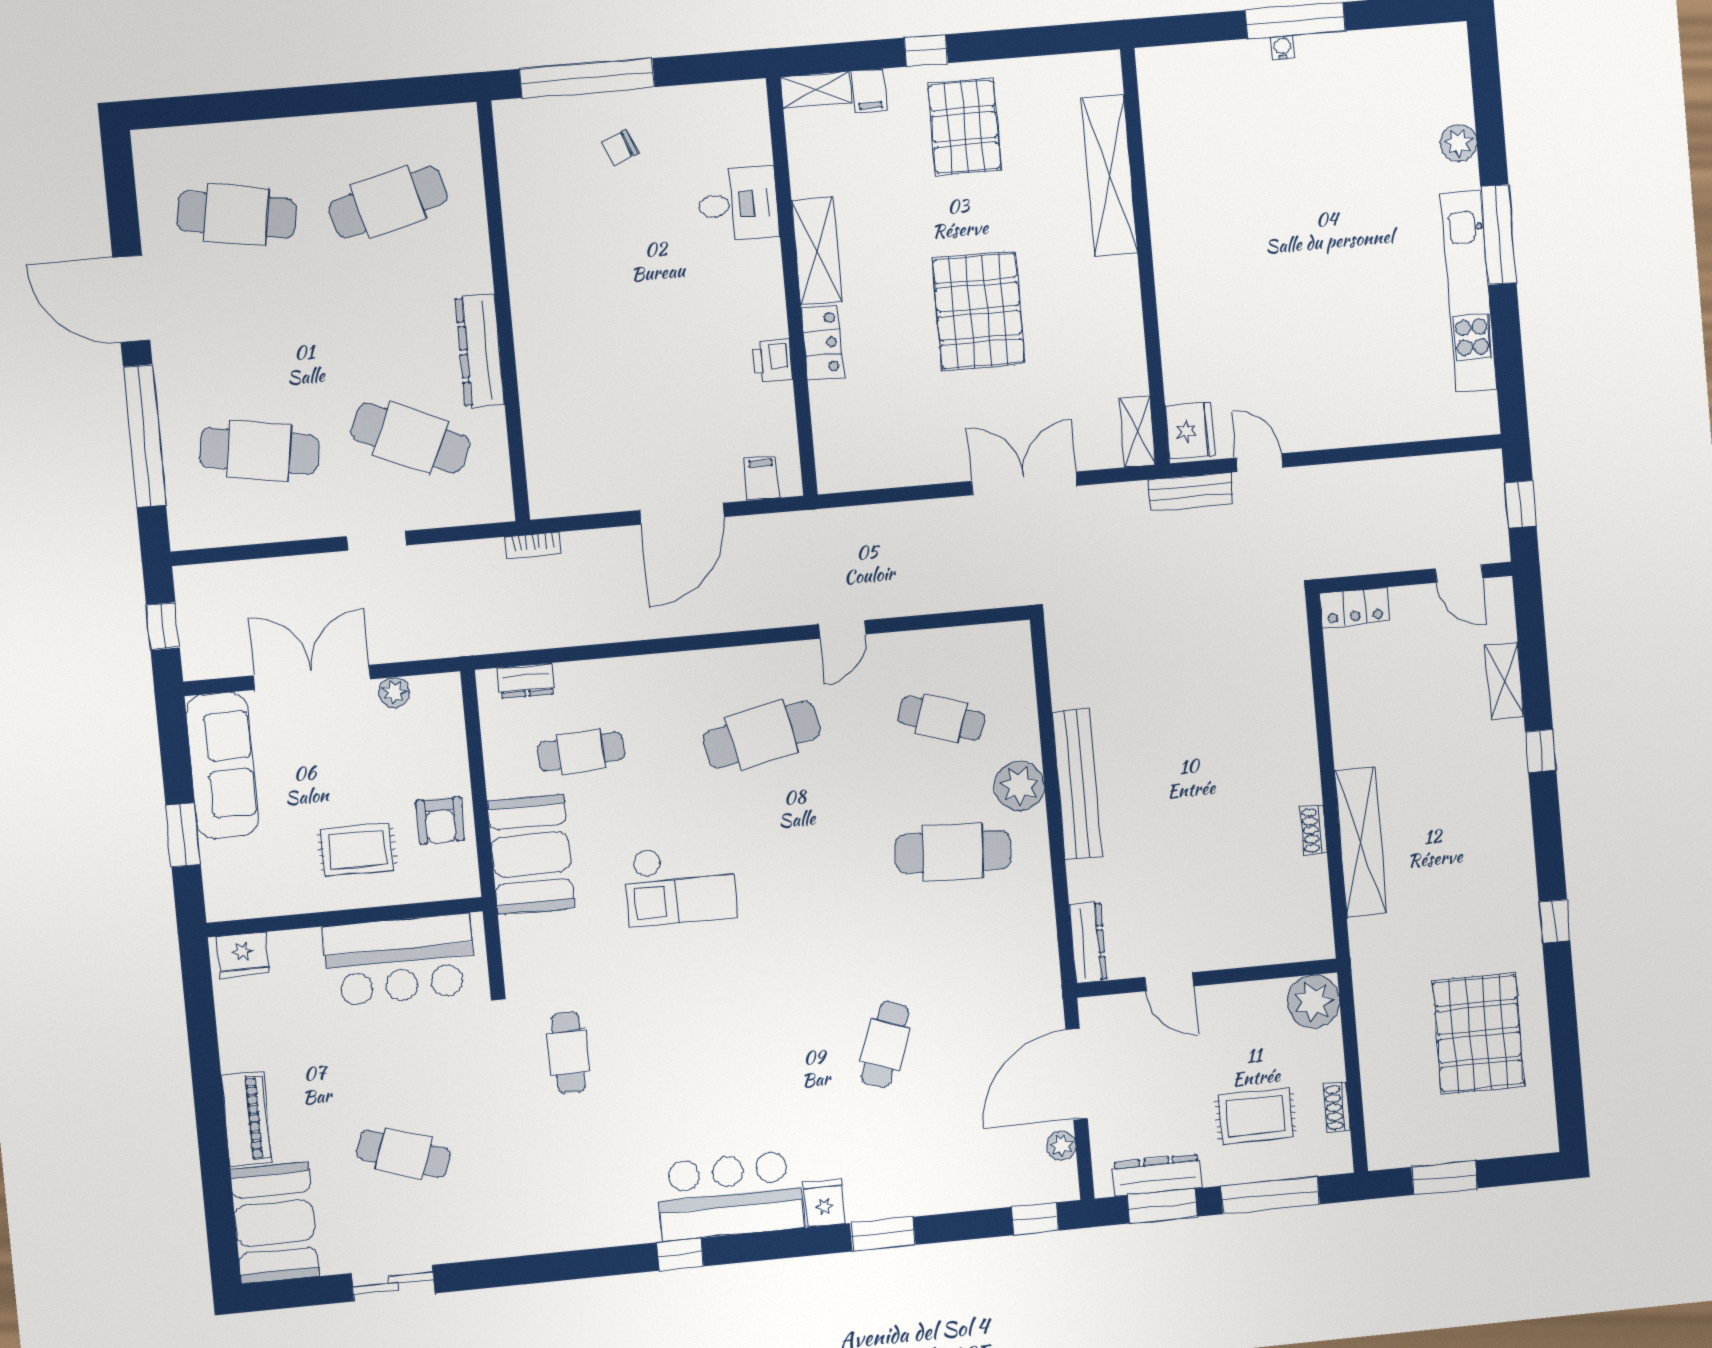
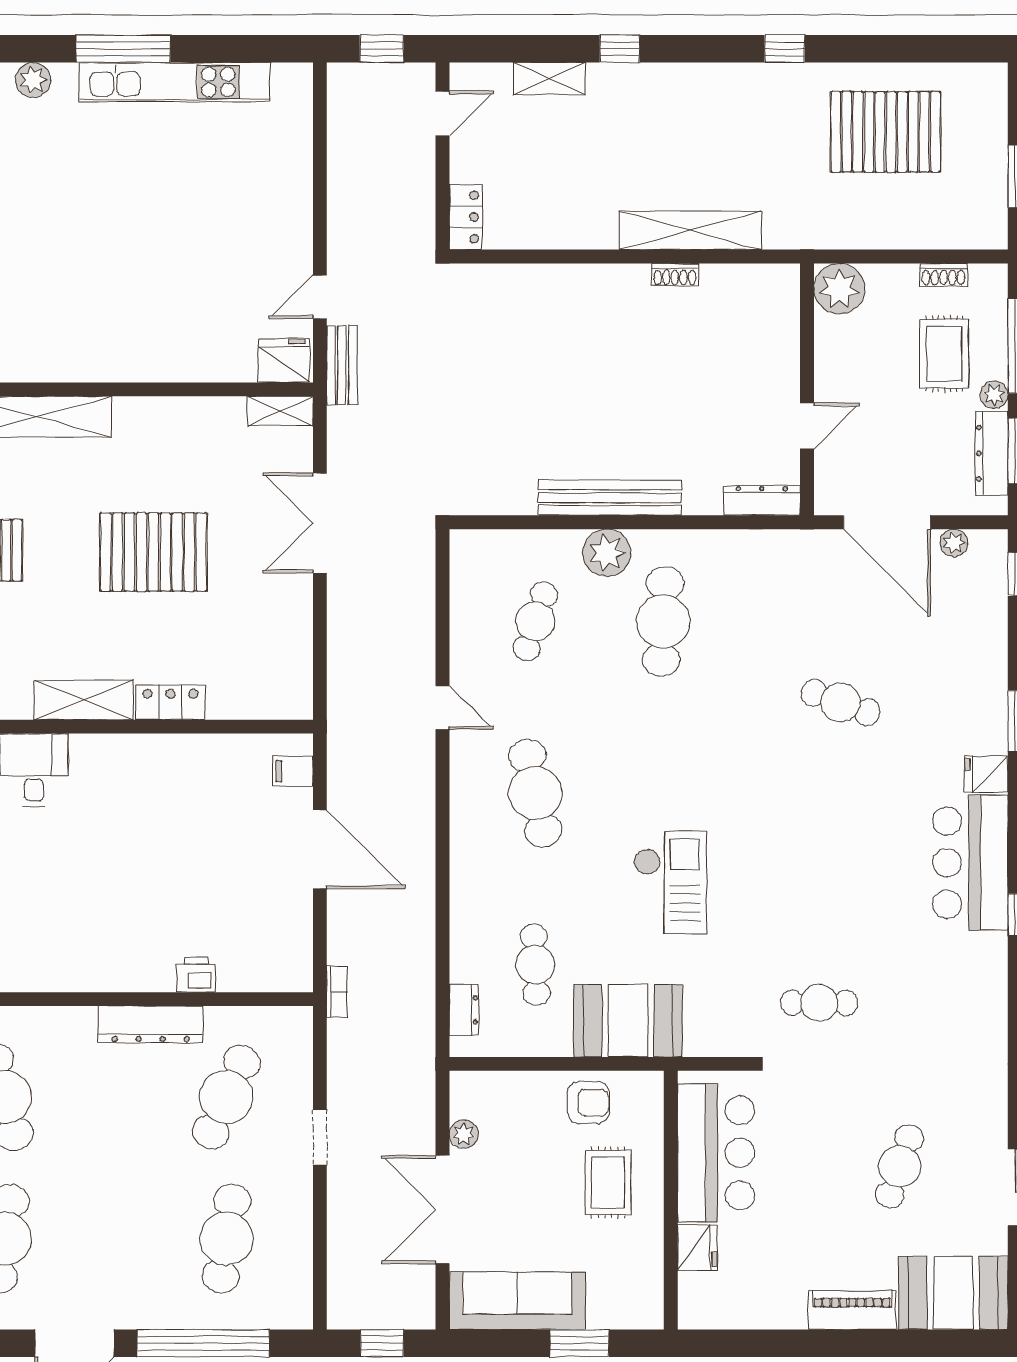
printer: (772, 360) -> (196, 975), moved, turned 180
fridge: (243, 955) -> (697, 1248), moved
plant: (1218, 1172) -> (994, 395), added

